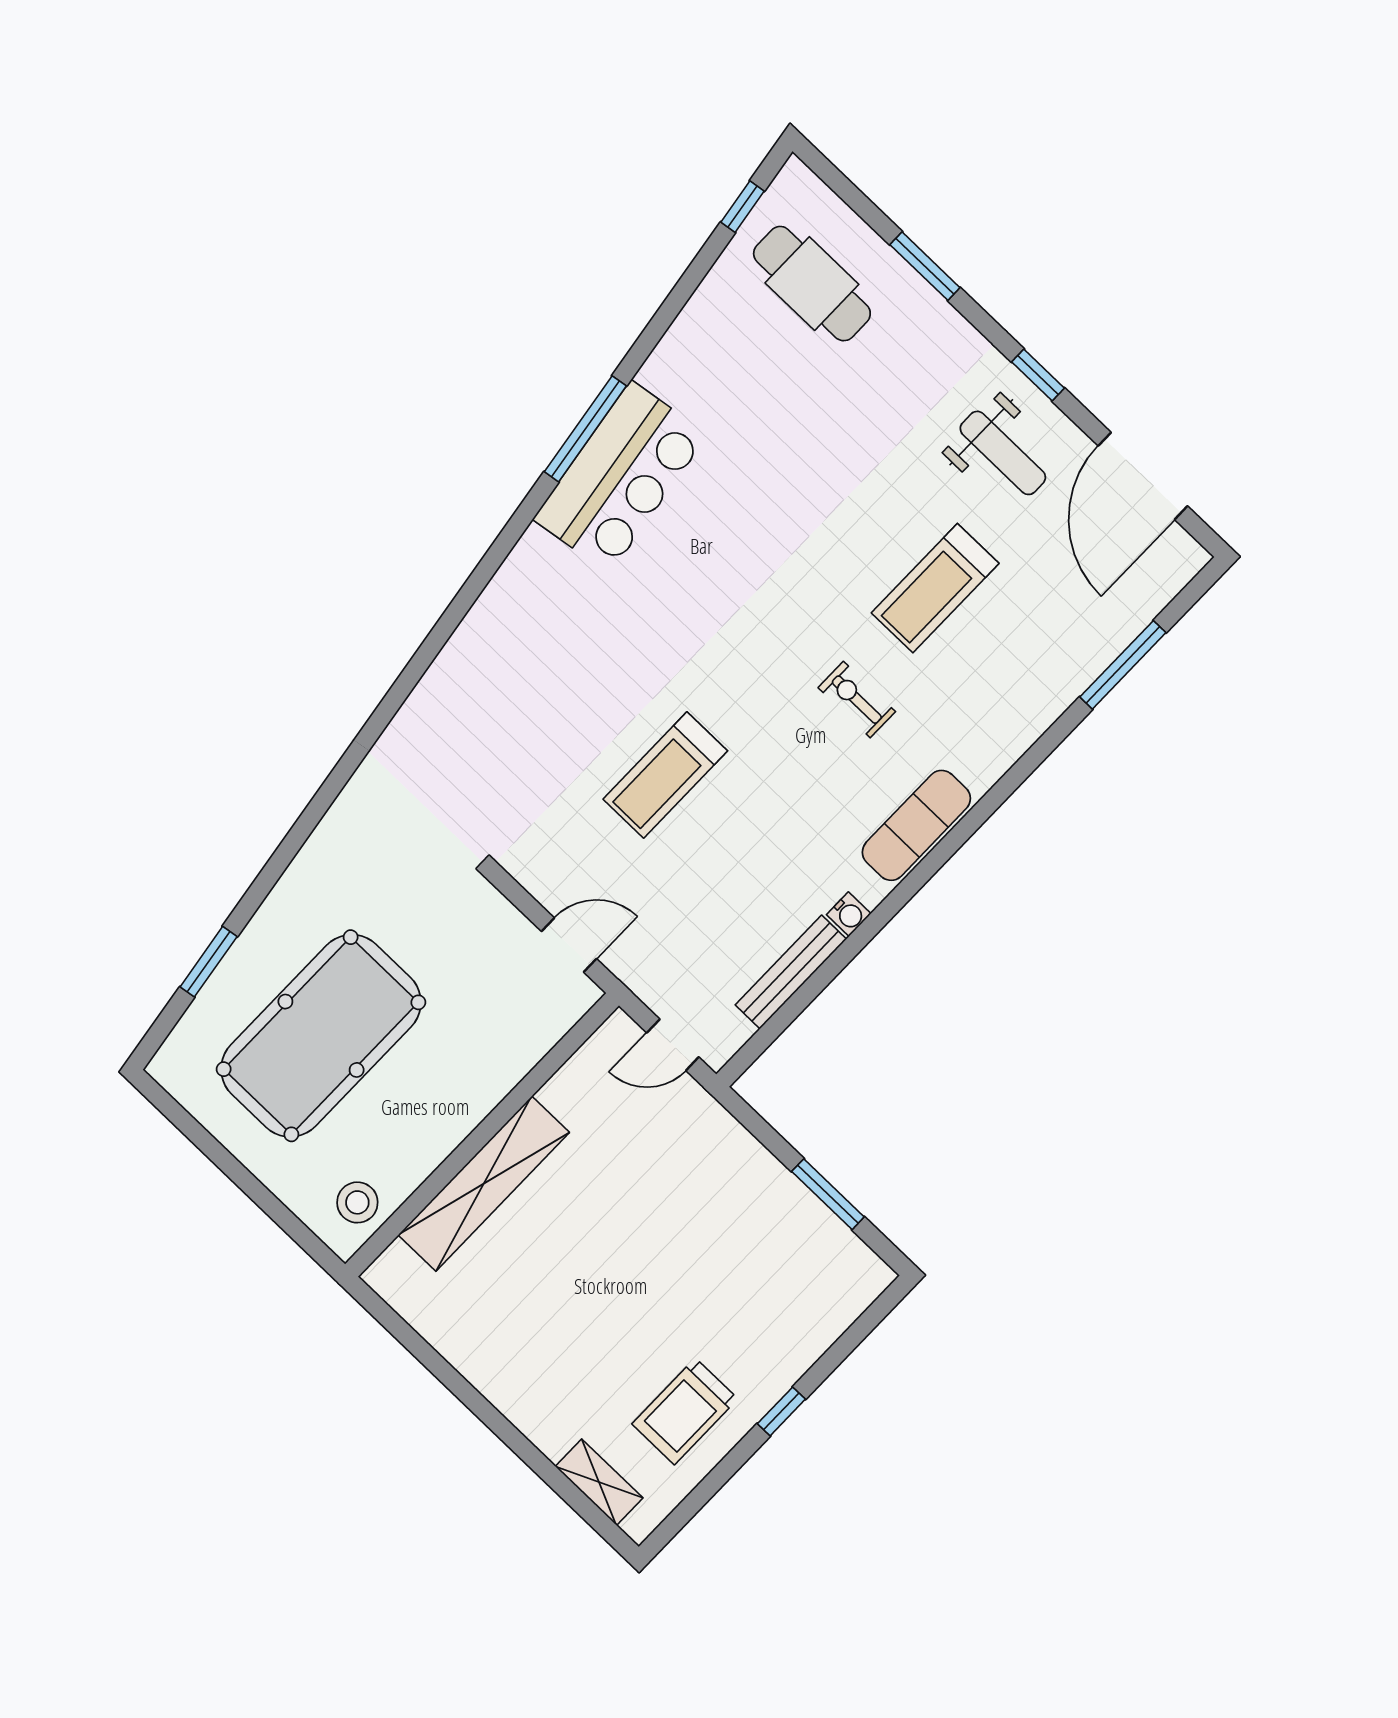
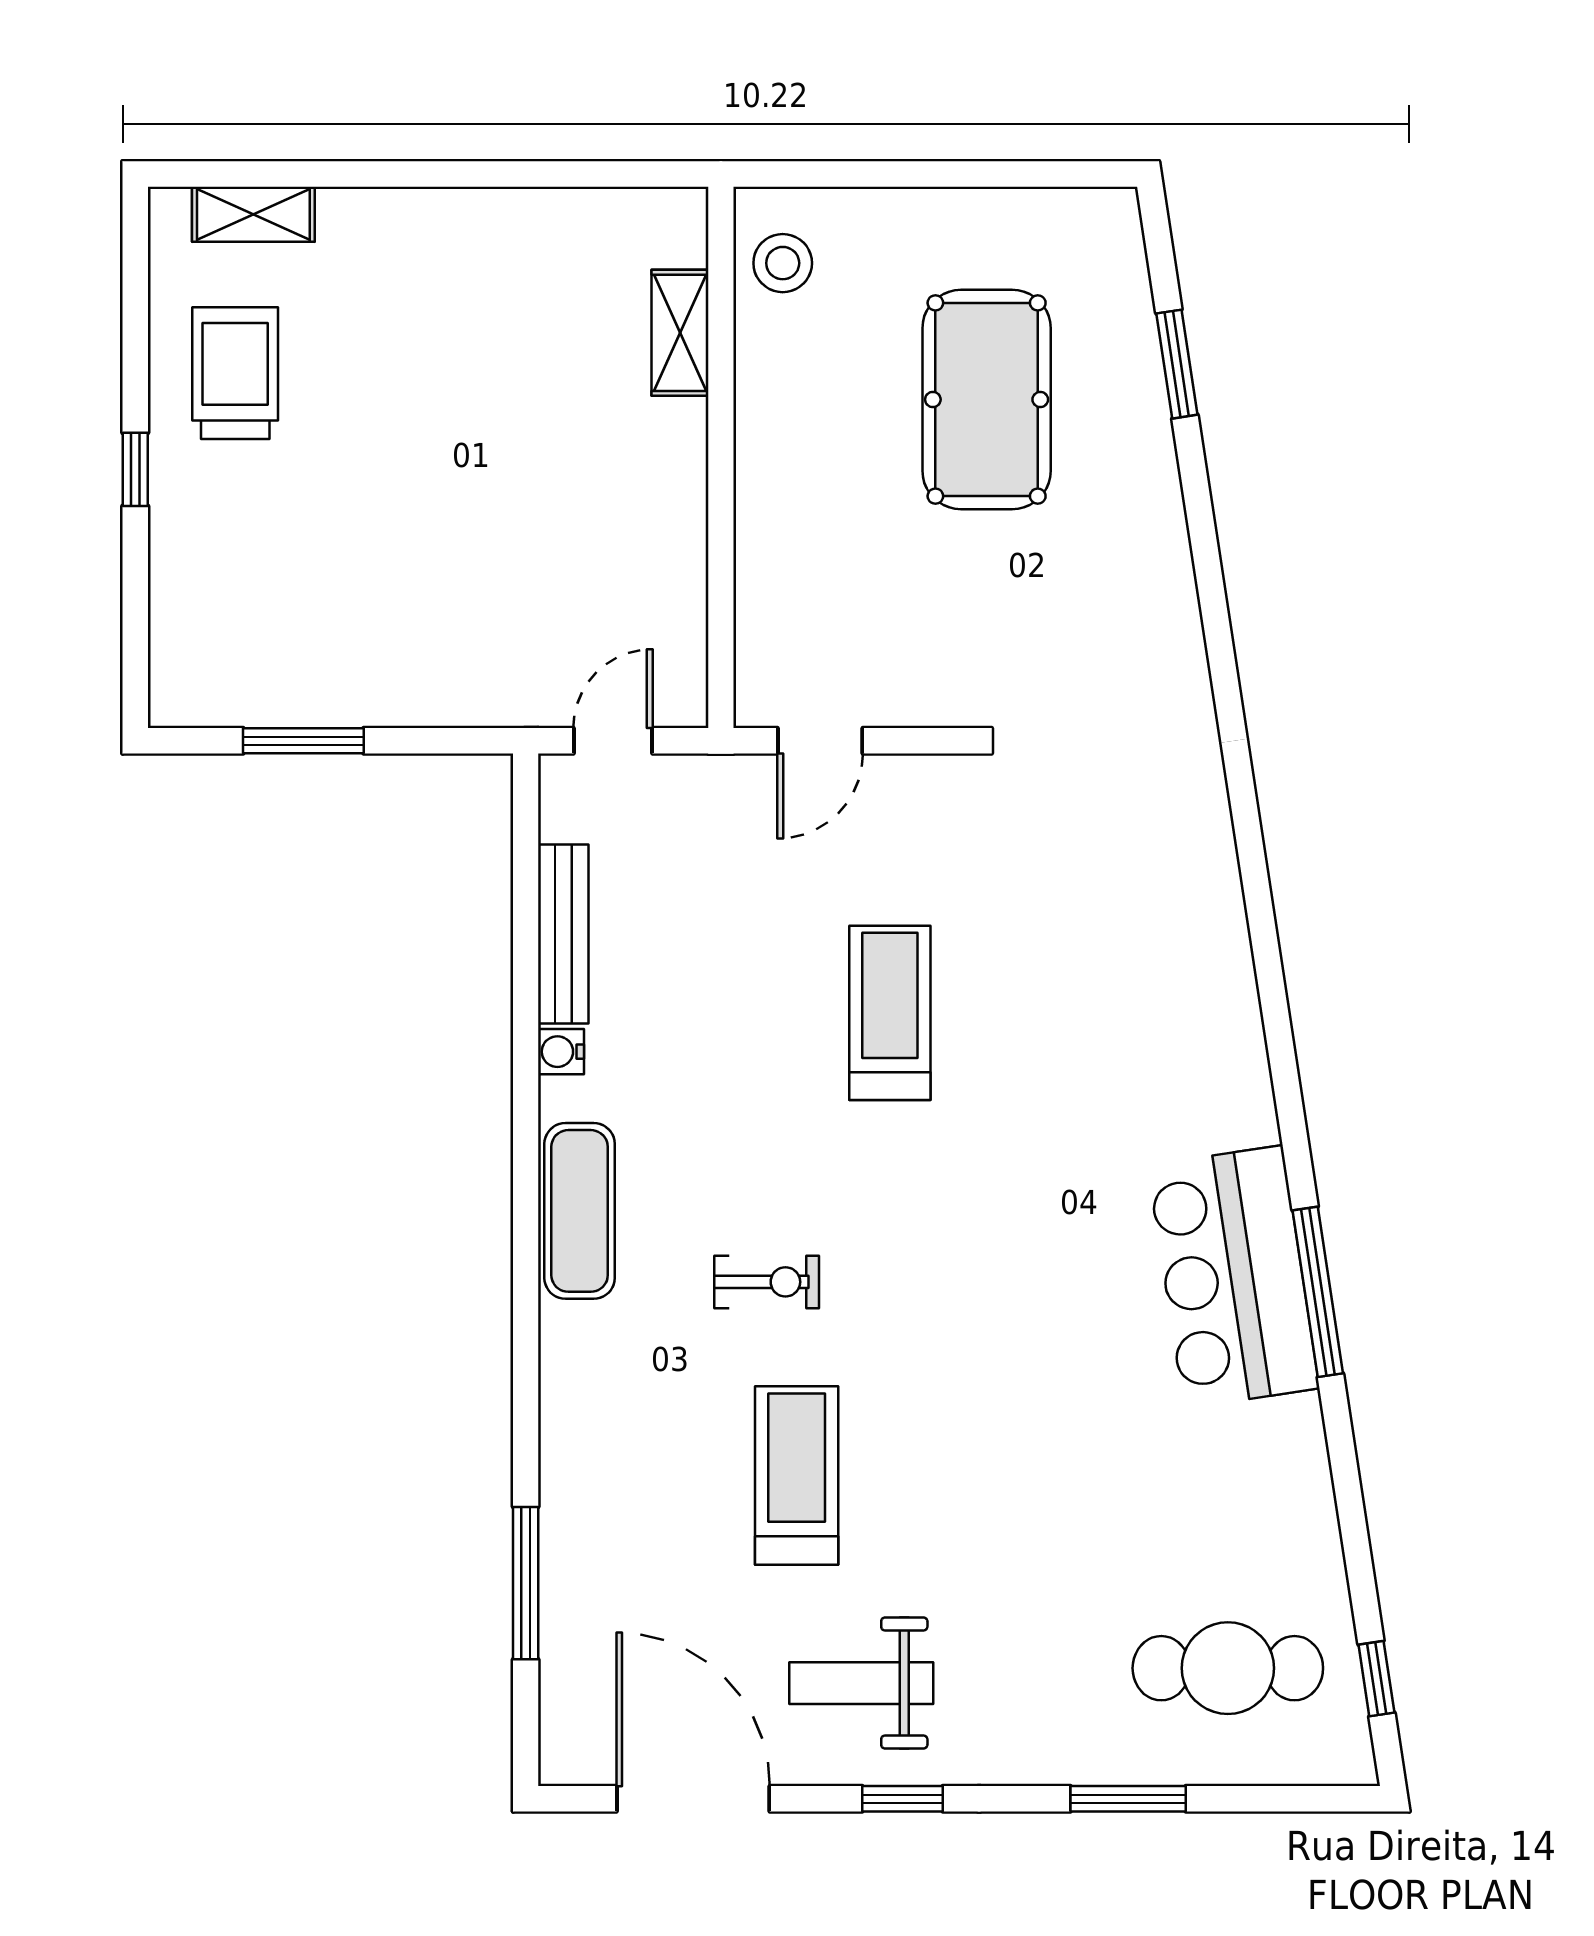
pool table: (321, 1036) -> (987, 400), width x0.73, depth x0.76
shelving: (484, 1184) -> (680, 333), width x0.45, depth x0.75

